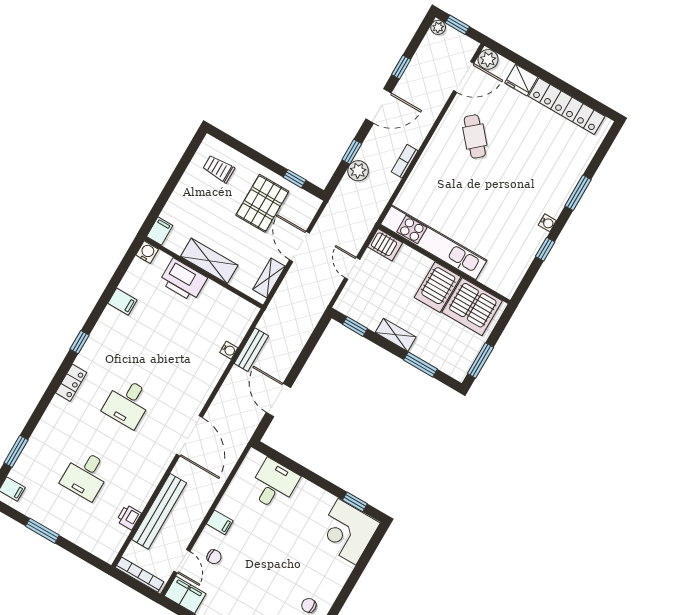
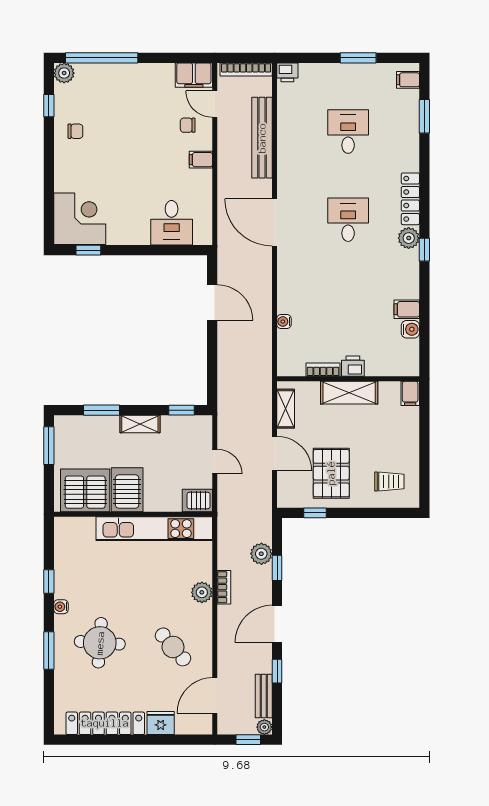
plant: (488, 59) -> (202, 592), moved
round table: (533, 175) -> (100, 643), added
water cooler: (147, 252) -> (410, 329), moved, turned -90
printer: (183, 280) -> (353, 366), width x0.53, depth x0.68
bookcase: (220, 292) -> (323, 370), added
bench: (251, 350) -> (264, 696), moved
plant: (87, 359) -> (409, 238), added
locker: (71, 383) -> (410, 199), width x1.53
printer: (129, 517) -> (287, 72), moved, turned 90

